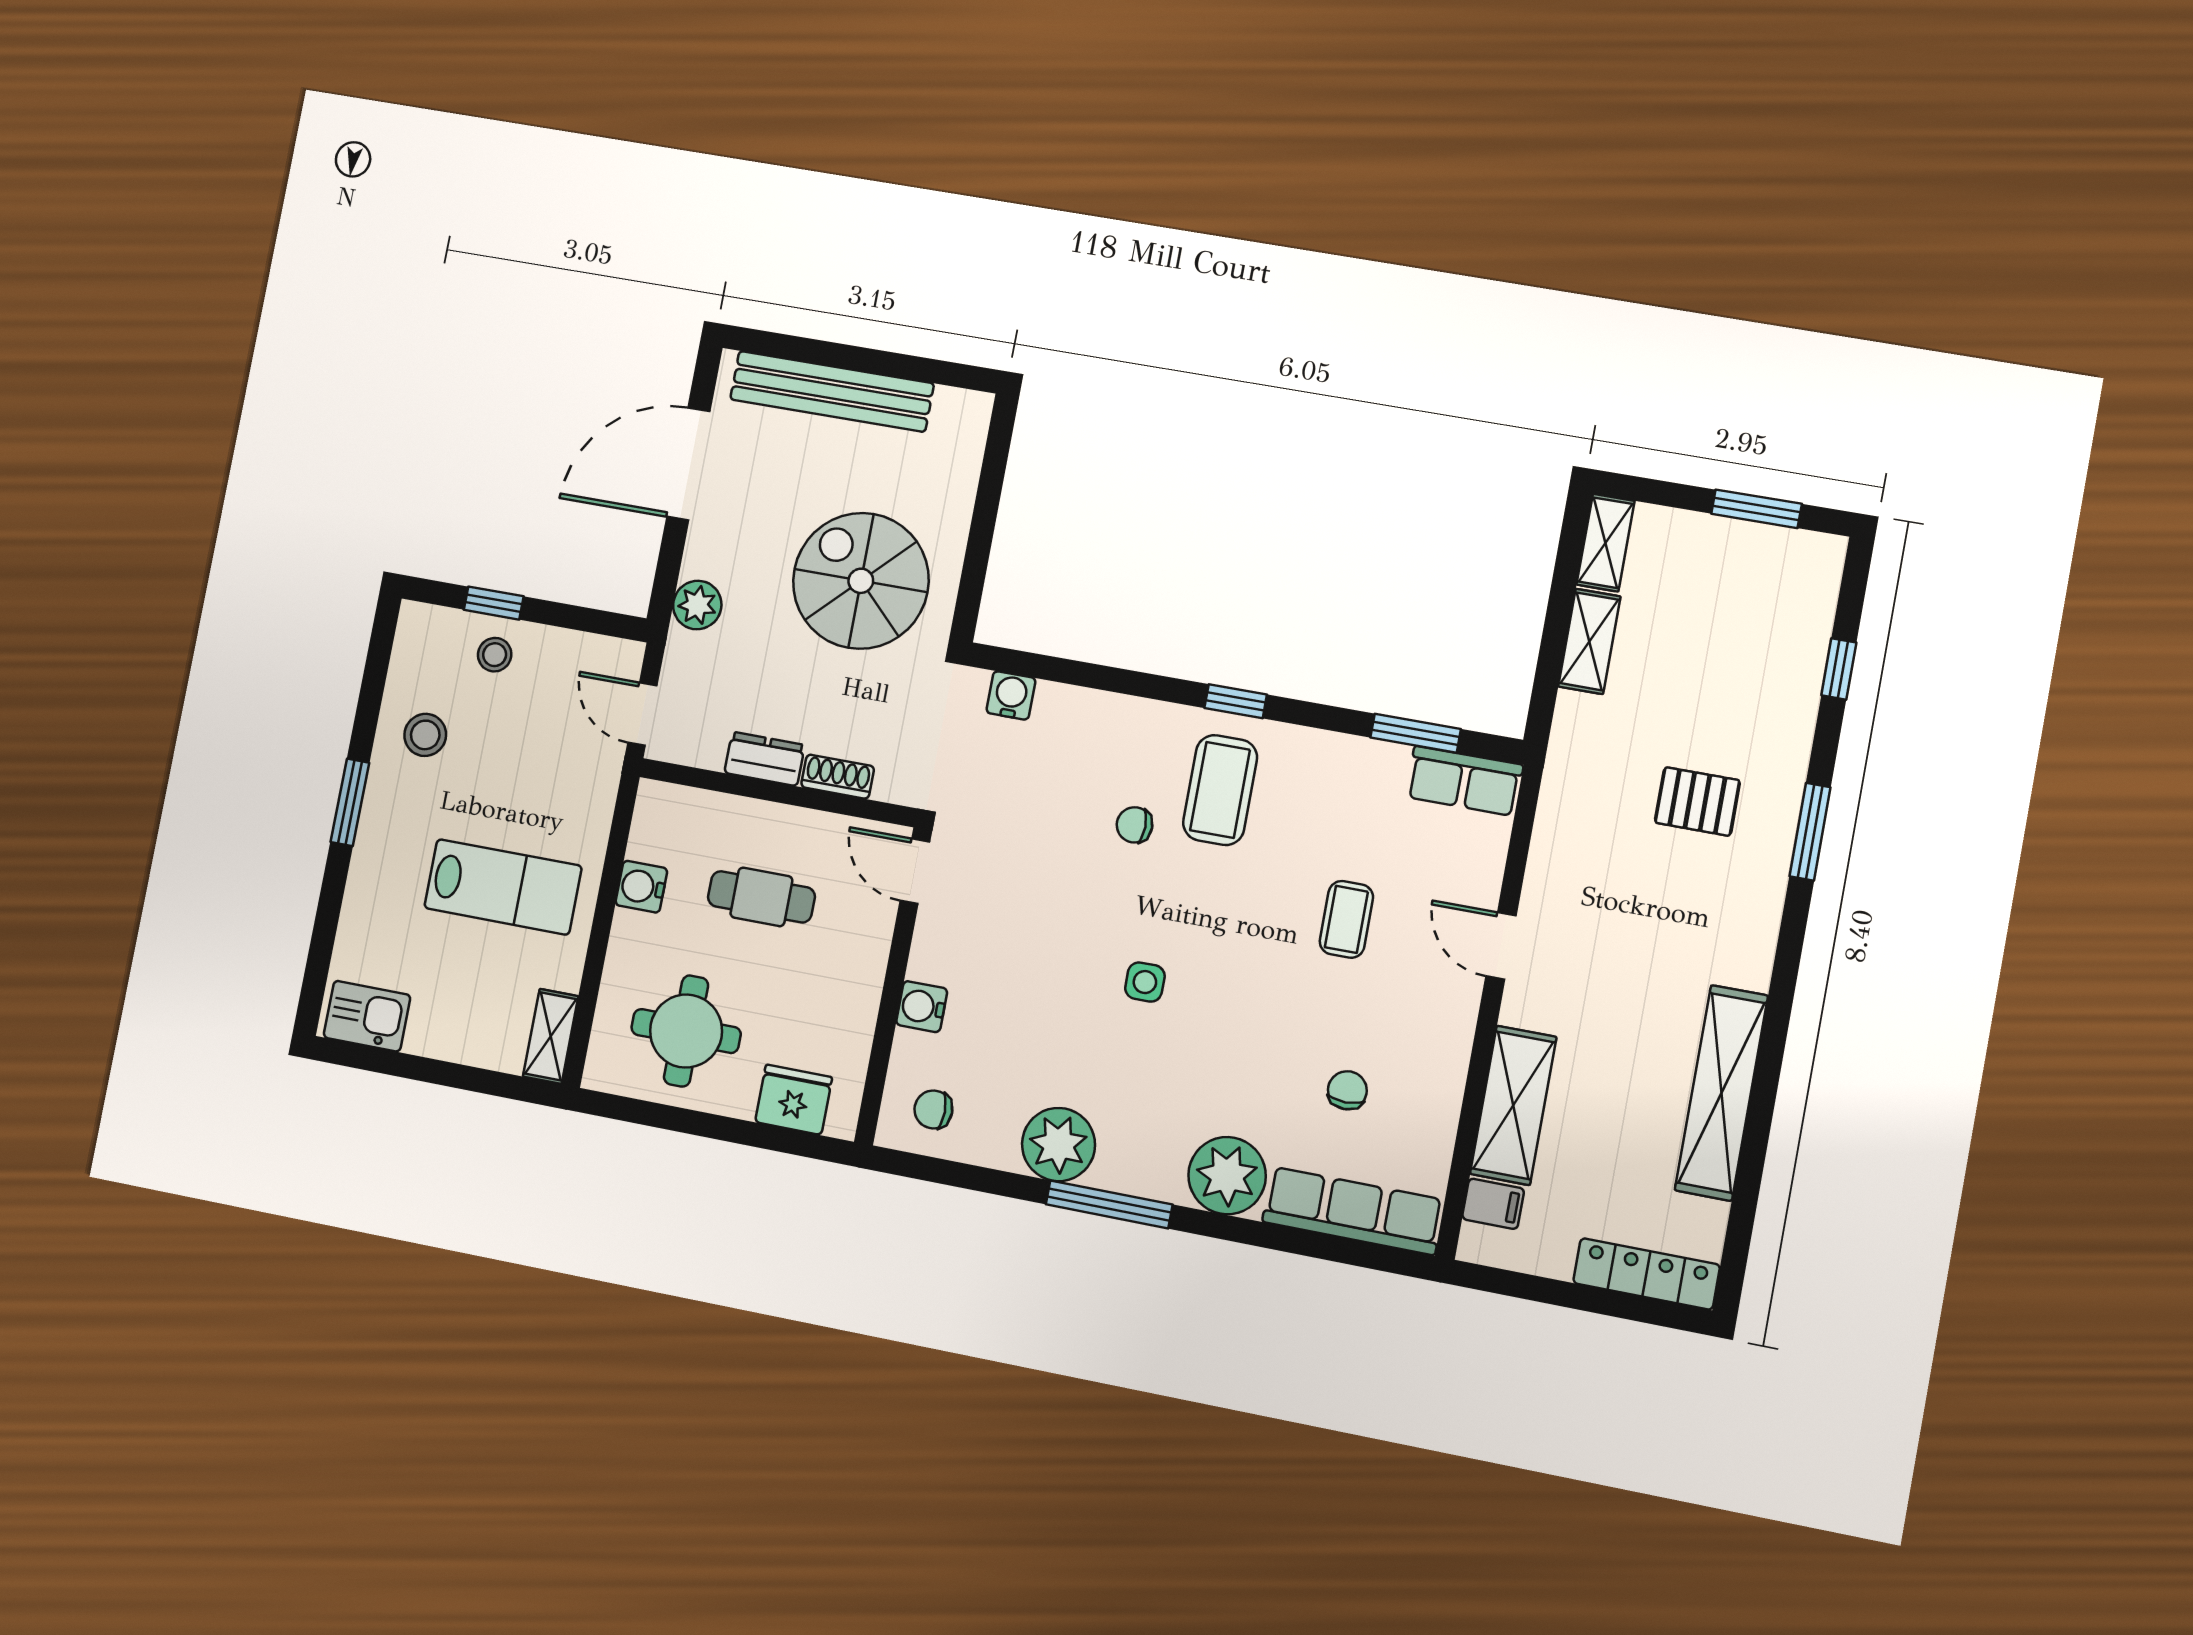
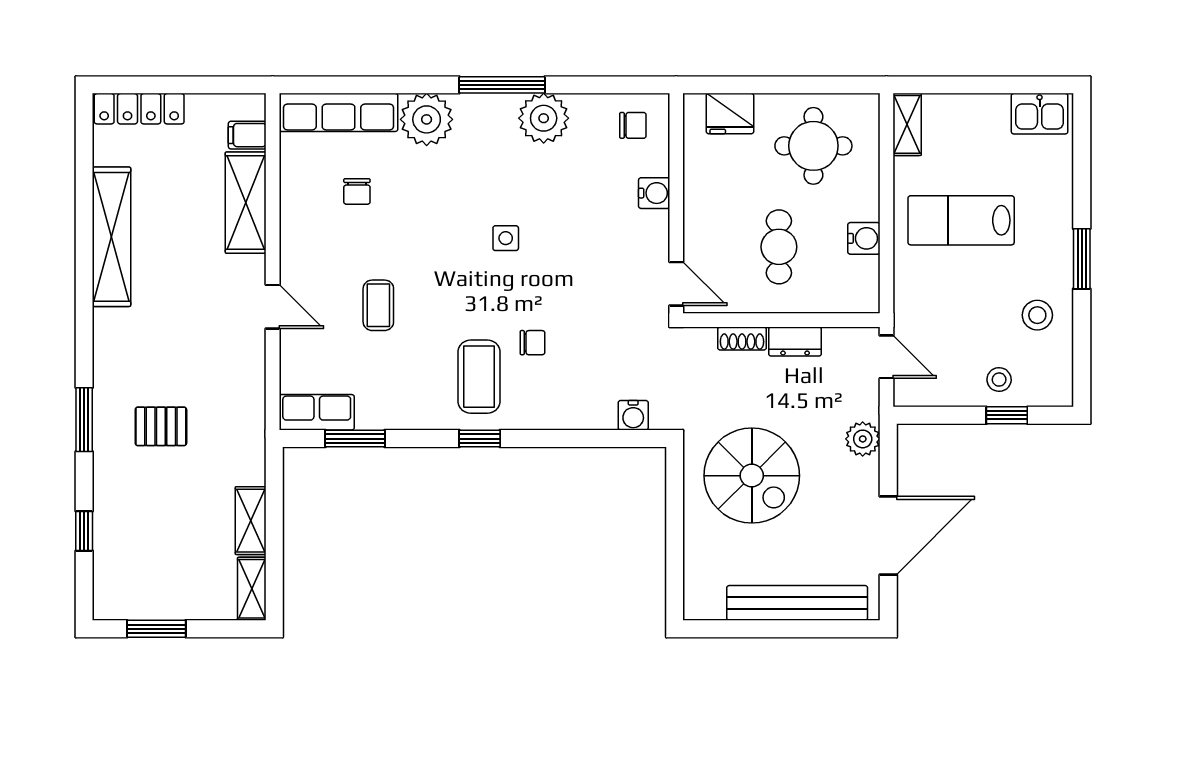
cafe table: (761, 897) -> (779, 247), turned 90

